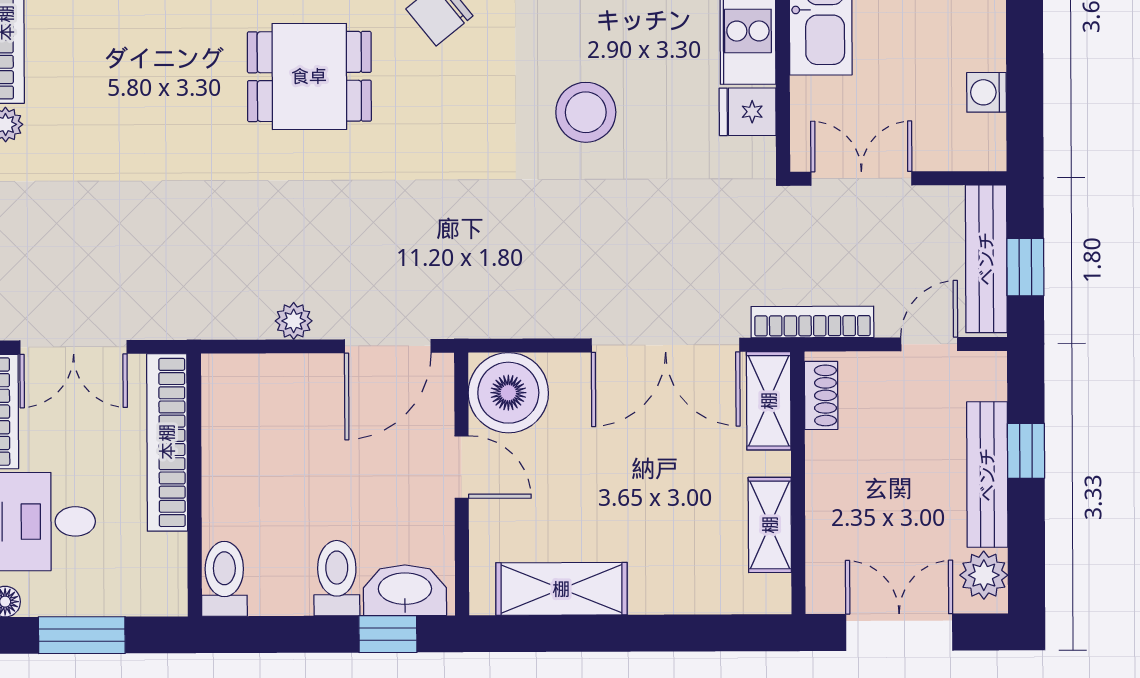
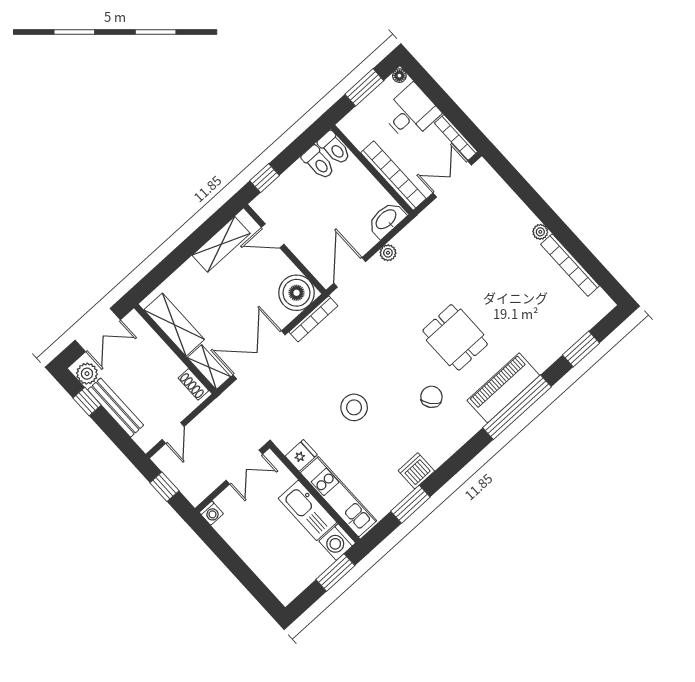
dining table: (309, 76) -> (455, 337), turned 90
washing machine: (987, 92) -> (211, 513), moved, turned 90
bench: (986, 259) -> (180, 478), removed
bookcase: (812, 322) -> (313, 319), moved
window: (1026, 451) -> (87, 402), moved
door: (462, 467) -> (273, 236), moved
shelving: (770, 525) -> (174, 325), width x1.50, depth x1.33
toilet: (337, 578) -> (318, 163), moved
washbasin: (405, 590) -> (386, 220), moved, turned 180

